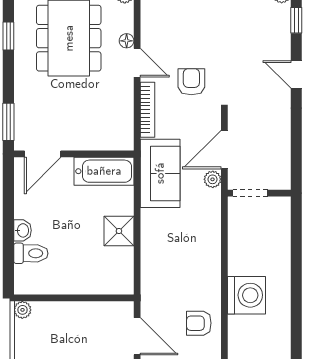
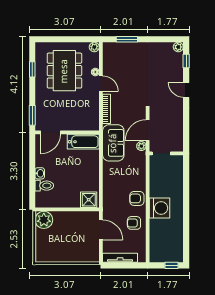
armchair: (191, 82) -> (137, 198), moved, turned -90
shower: (119, 231) -> (89, 200), moved
plant: (22, 310) -> (44, 220), width x1.88, depth x1.88

